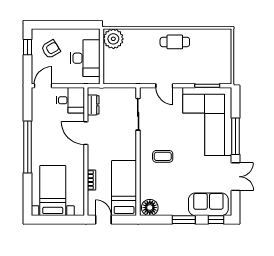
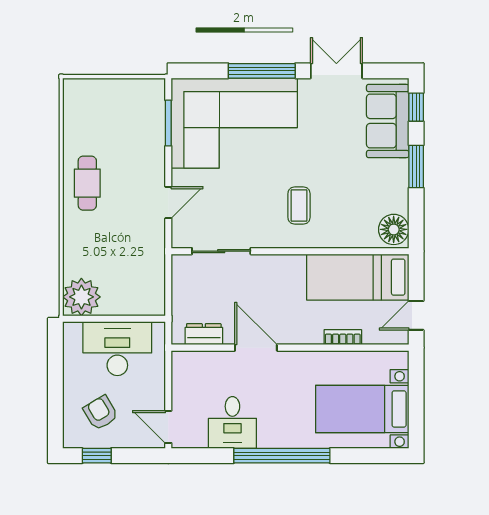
desk: (70, 100) -> (232, 422), moved, turned 180
door: (86, 133) -> (256, 348), swing flipped

